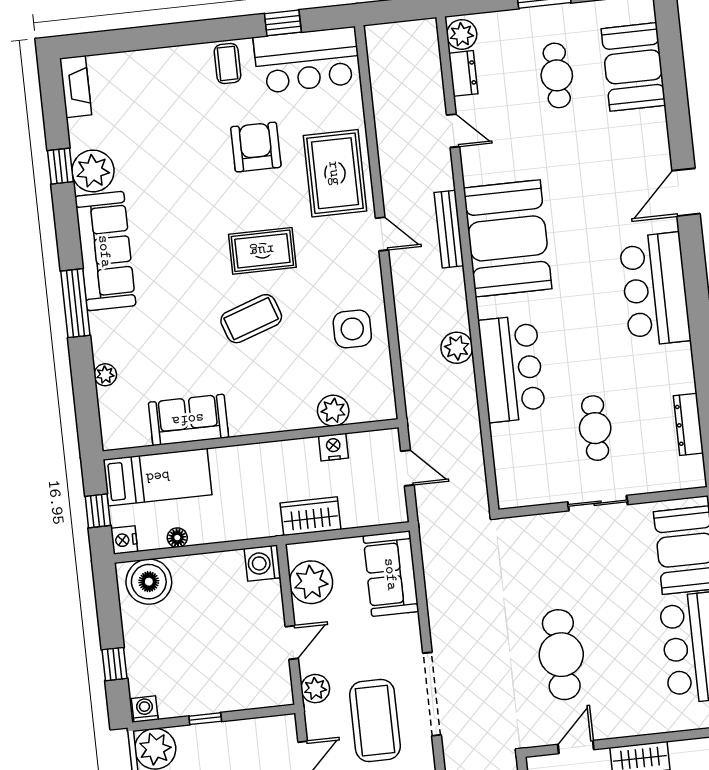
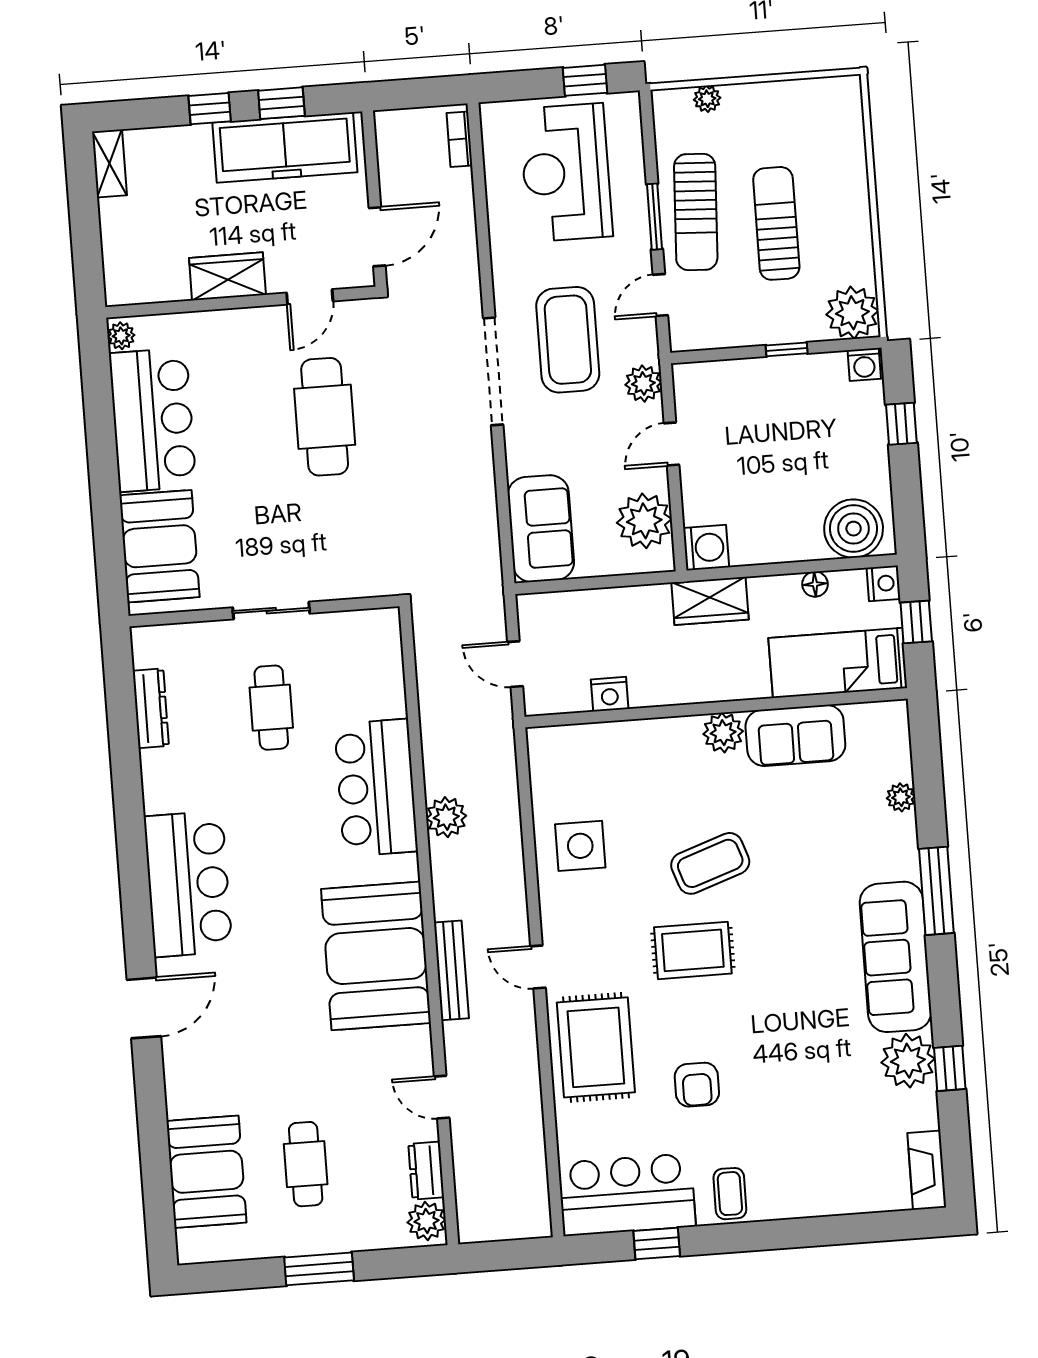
armchair: (256, 147) -> (697, 1085), width x0.72, depth x0.72
plant: (333, 411) -> (723, 733), moved
wardrobe: (311, 516) -> (710, 601), moved

